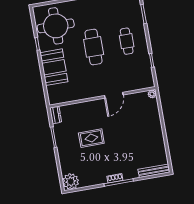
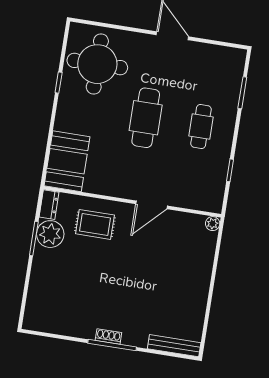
booth: (54, 67) -> (67, 161), moved
rug: (91, 138) -> (95, 224), moved
plant: (71, 181) -> (50, 234), moved

